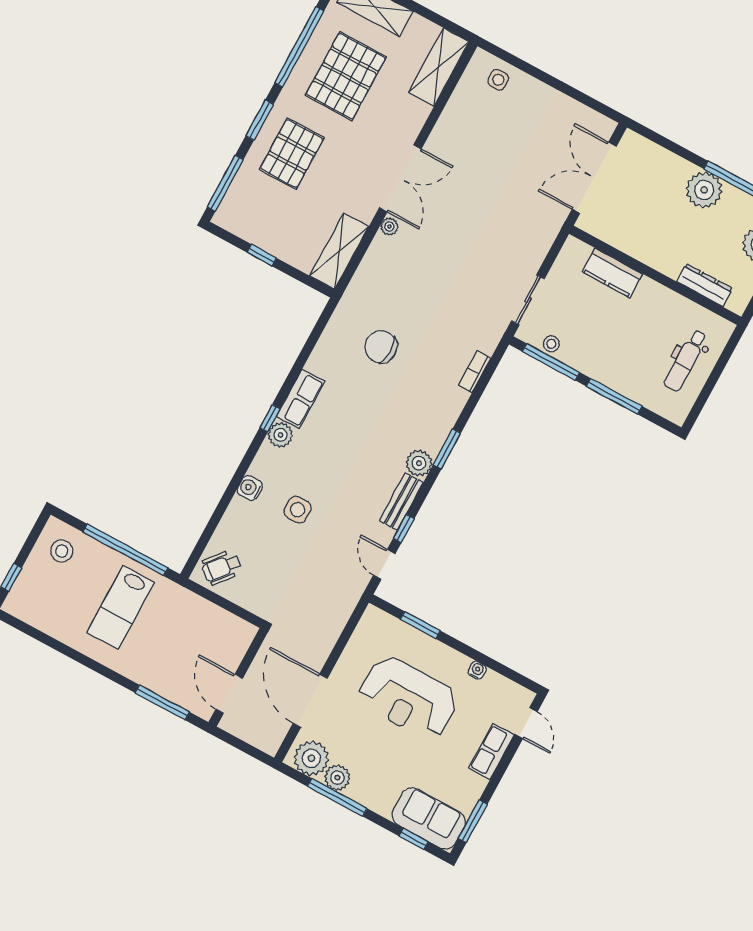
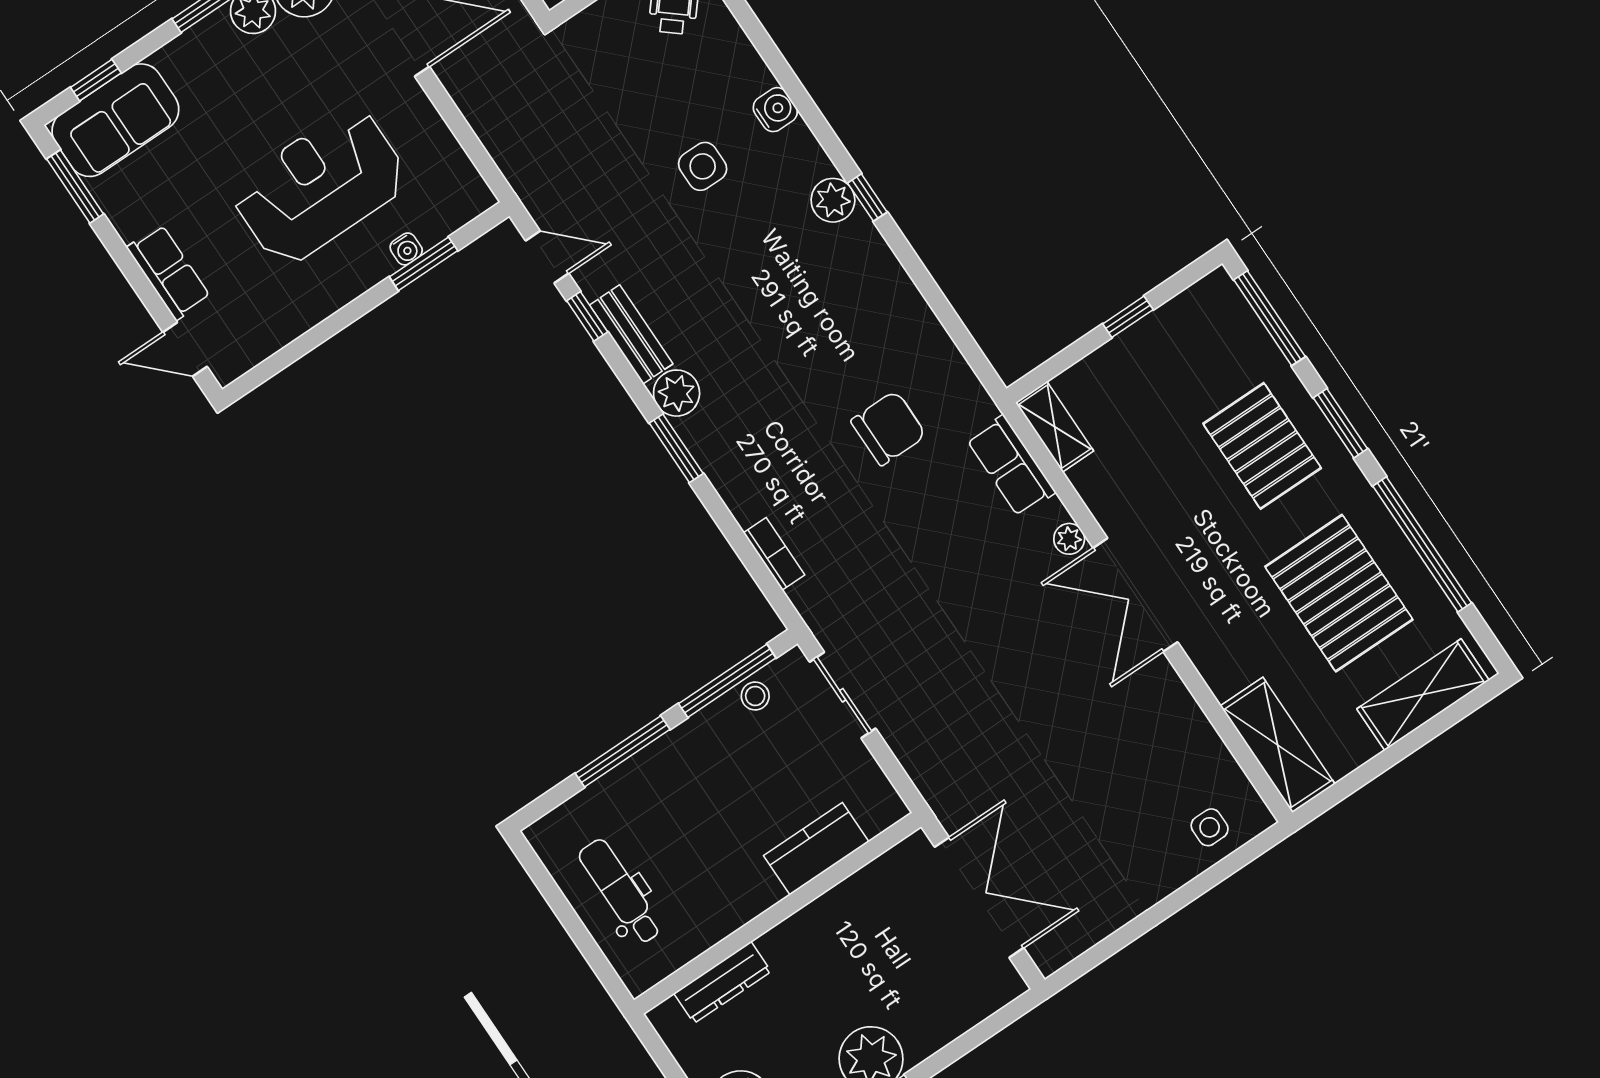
shelving: (339, 251) -> (1055, 427), width x0.67, depth x0.75
row of seats: (301, 399) -> (1011, 466), moved
water cooler: (477, 670) -> (406, 249), moved

